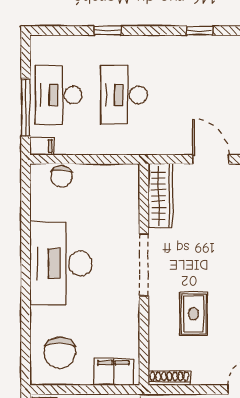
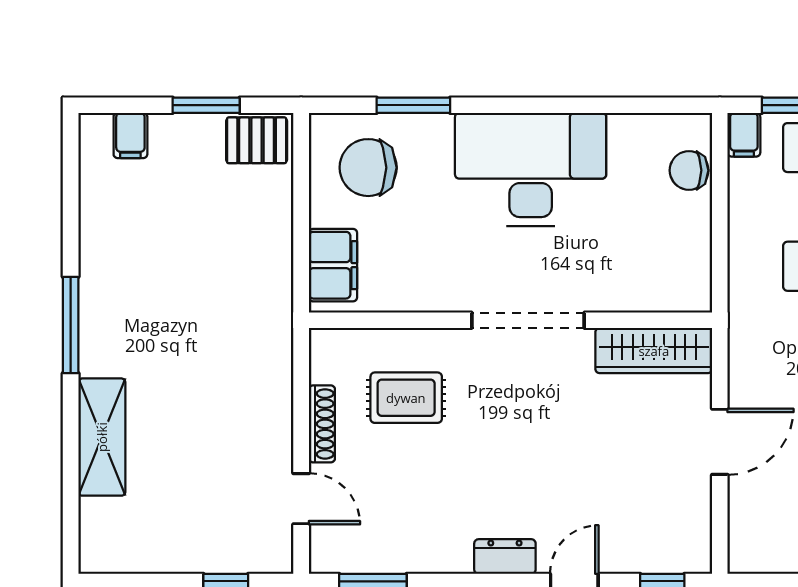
rug: (193, 314) -> (406, 398), moved
window: (26, 328) -> (413, 105), added
shoe rack: (169, 378) -> (322, 424), moved

